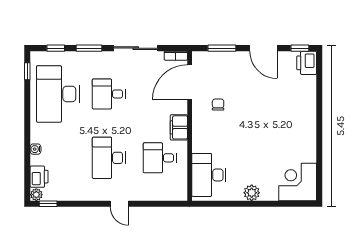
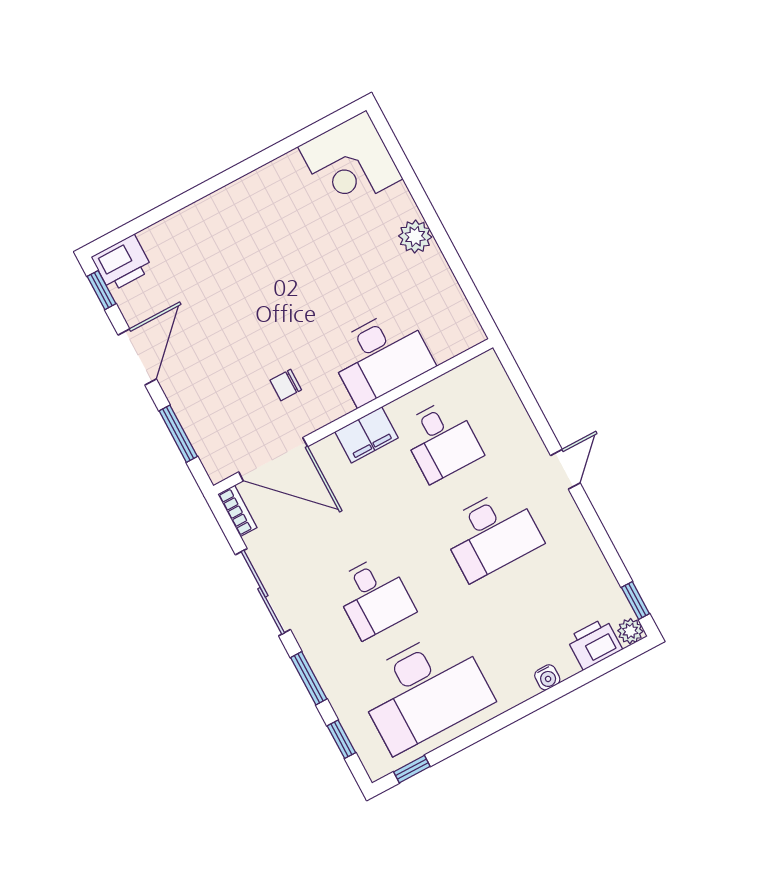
desk: (209, 175) -> (381, 356), moved

